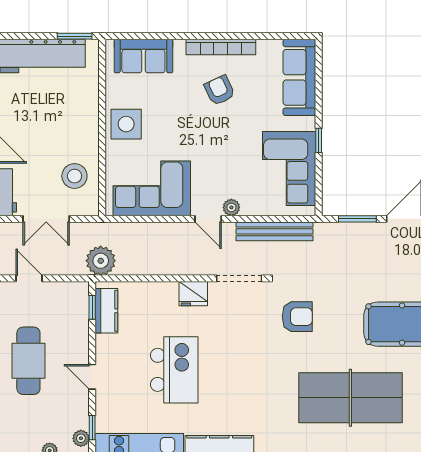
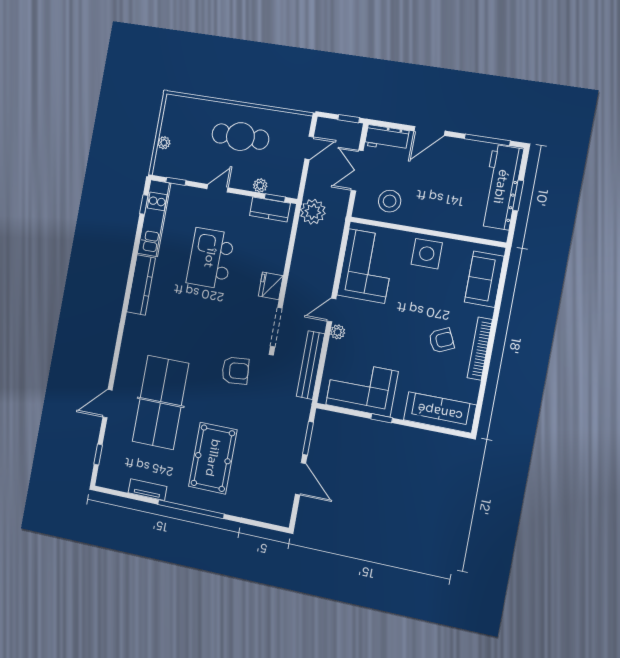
window: (75, 36) -> (518, 195), moved
armchair: (297, 317) -> (235, 371), turned -95
kitchen island: (174, 370) -> (210, 258), turned 90
plant: (81, 438) -> (260, 186), moved

